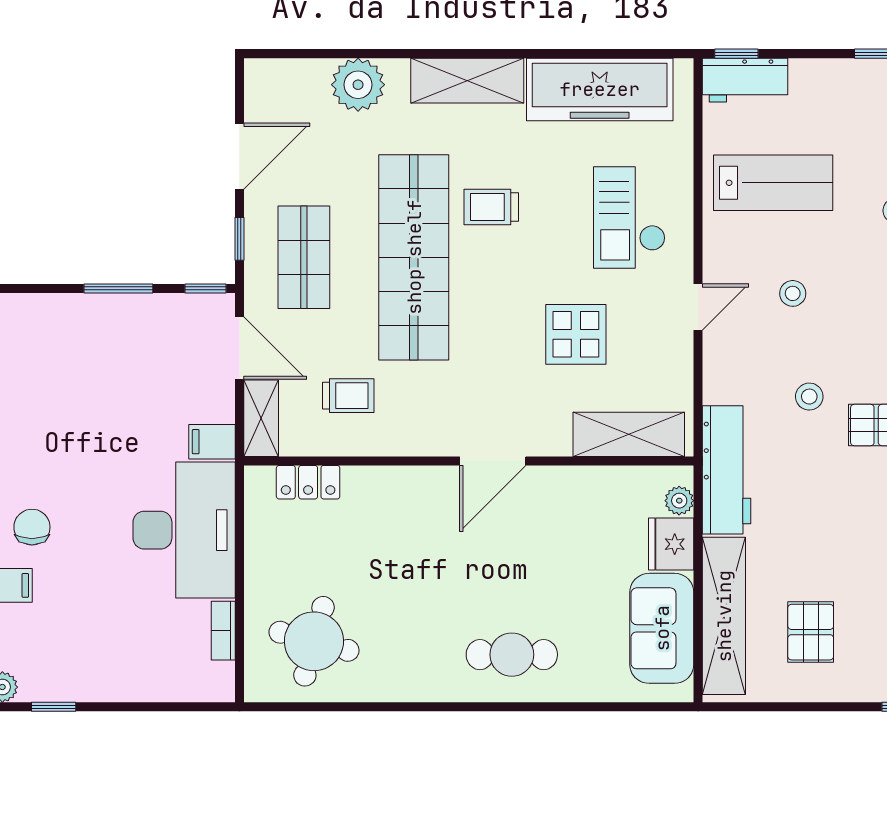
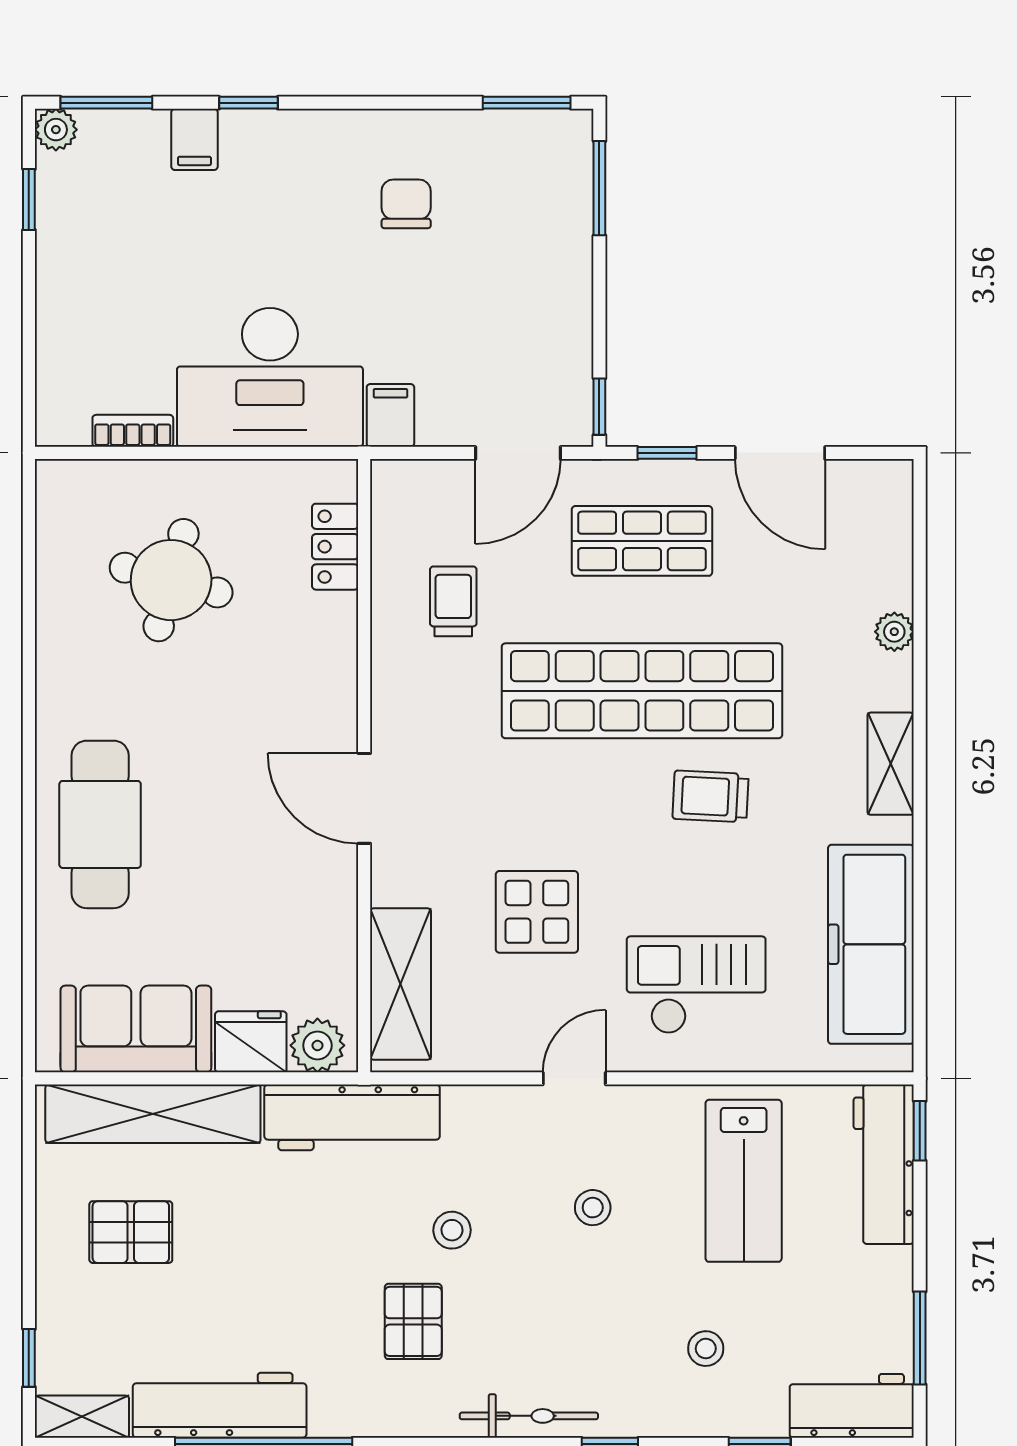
workbench: (745, 80) -> (884, 1164), width x1.37
shelving: (467, 81) -> (891, 764), width x0.67, depth x0.75
plant: (358, 85) -> (894, 632), width x0.53, depth x0.53
trolley: (491, 207) -> (710, 796), turned -87
window: (118, 288) -> (599, 188), moved
door: (698, 307) -> (574, 1078), swing flipped
trolley: (348, 396) -> (453, 601), turned 180
shelving: (261, 418) -> (423, 482), removed
plant: (679, 501) -> (317, 1045), width x1.38, depth x1.38
chair: (32, 527) -> (406, 204), moved, turned -90
round table: (314, 641) -> (171, 580), moved
cafe table: (512, 655) -> (100, 824), width x1.37, depth x1.35

